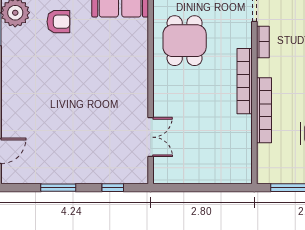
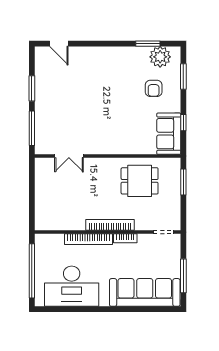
bookcase: (263, 42) -> (125, 238), moved
window: (113, 188) -> (32, 128), width x2.17

